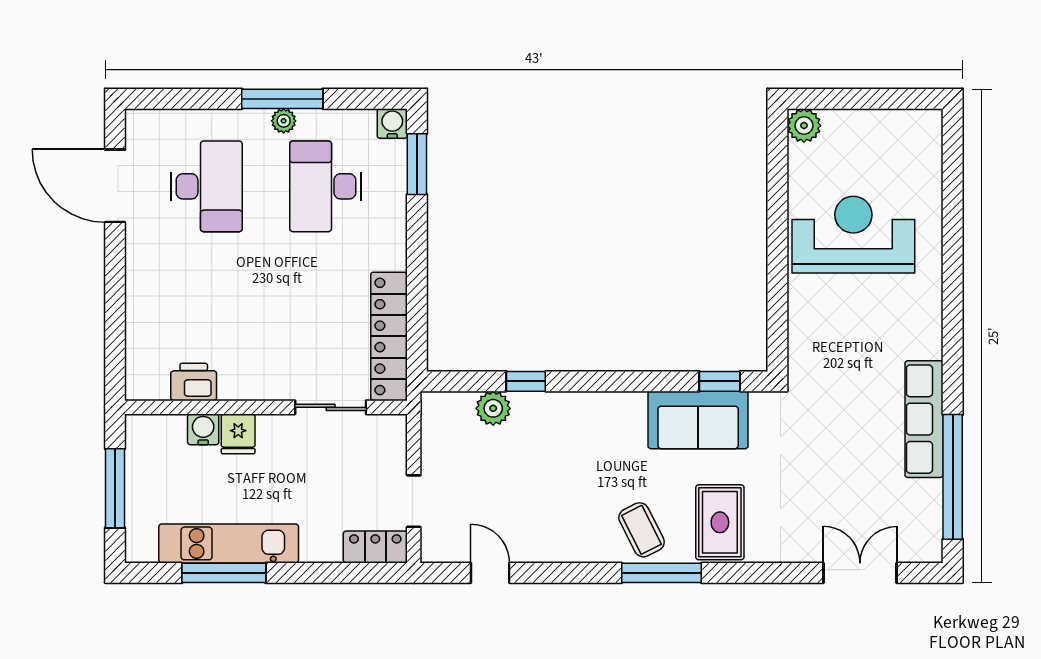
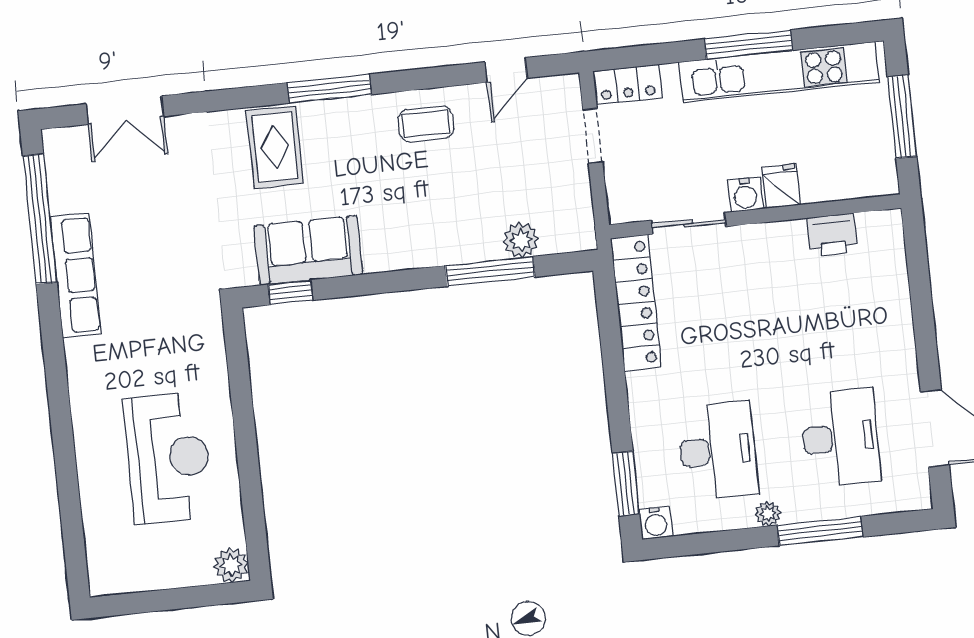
window: (282, 99) -> (820, 531), moved
desk: (206, 186) -> (841, 438), turned 180
reception desk: (853, 235) -> (168, 458), turned -90
window: (526, 381) -> (490, 271), width x2.17
water cooler: (203, 429) -> (745, 194), moved
coffee table: (642, 530) -> (426, 124), moved, turned -63
kitchen unit: (229, 543) -> (779, 72), width x1.36
window: (224, 573) -> (748, 45), moved
door: (490, 573) -> (506, 70), hinge flipped

